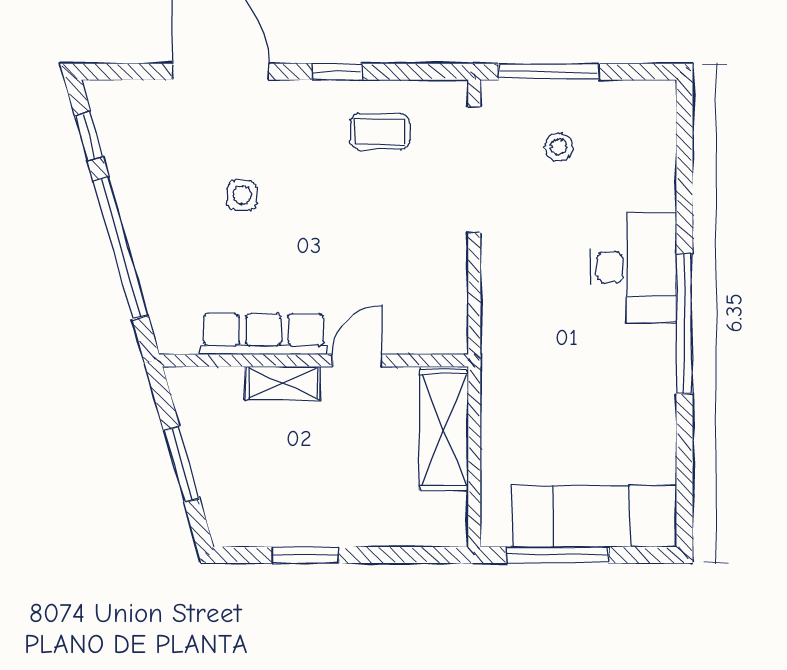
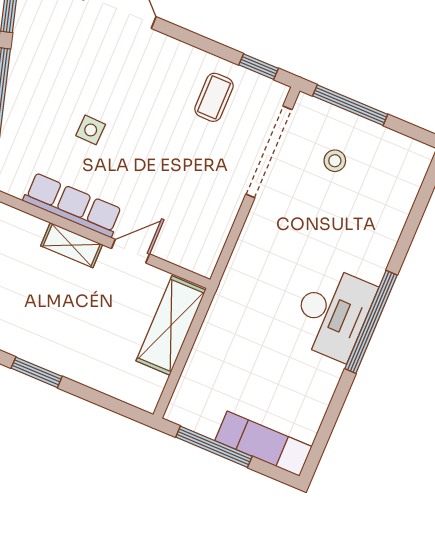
window: (337, 72) -> (259, 67), moved
coffee table: (380, 132) -> (214, 97), turned 90
side table: (242, 195) -> (91, 130), moved
desk: (633, 267) -> (333, 313), moved
exam couch: (594, 516) -> (263, 444), width x0.73, depth x0.69

